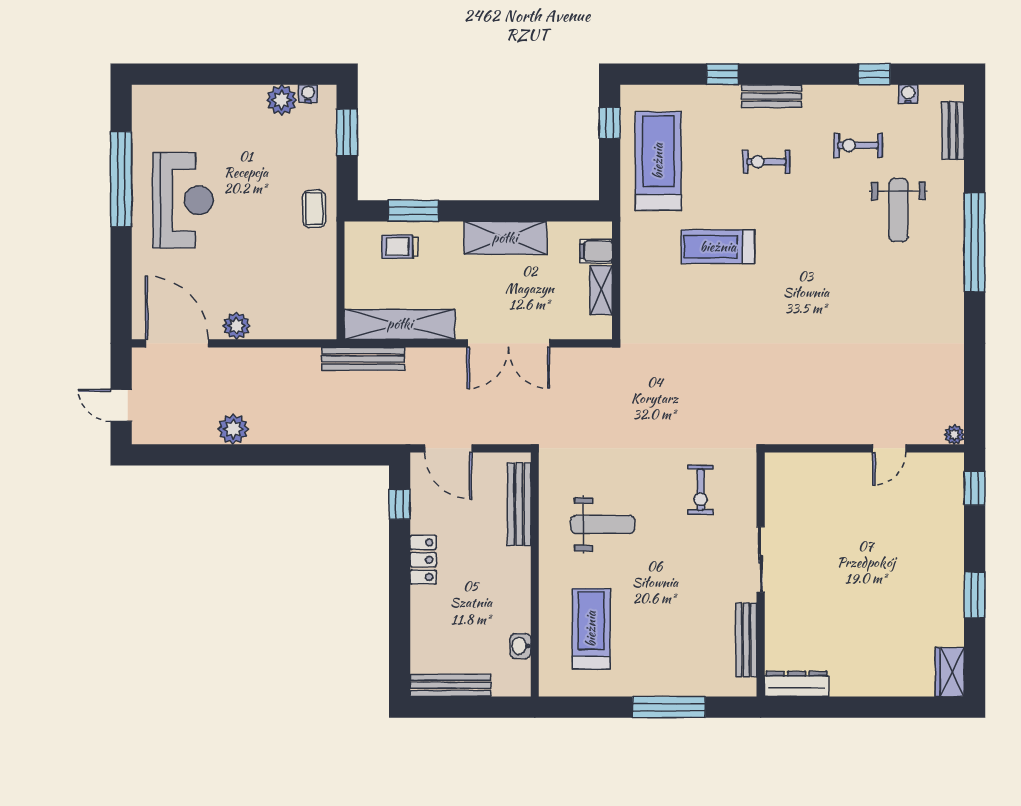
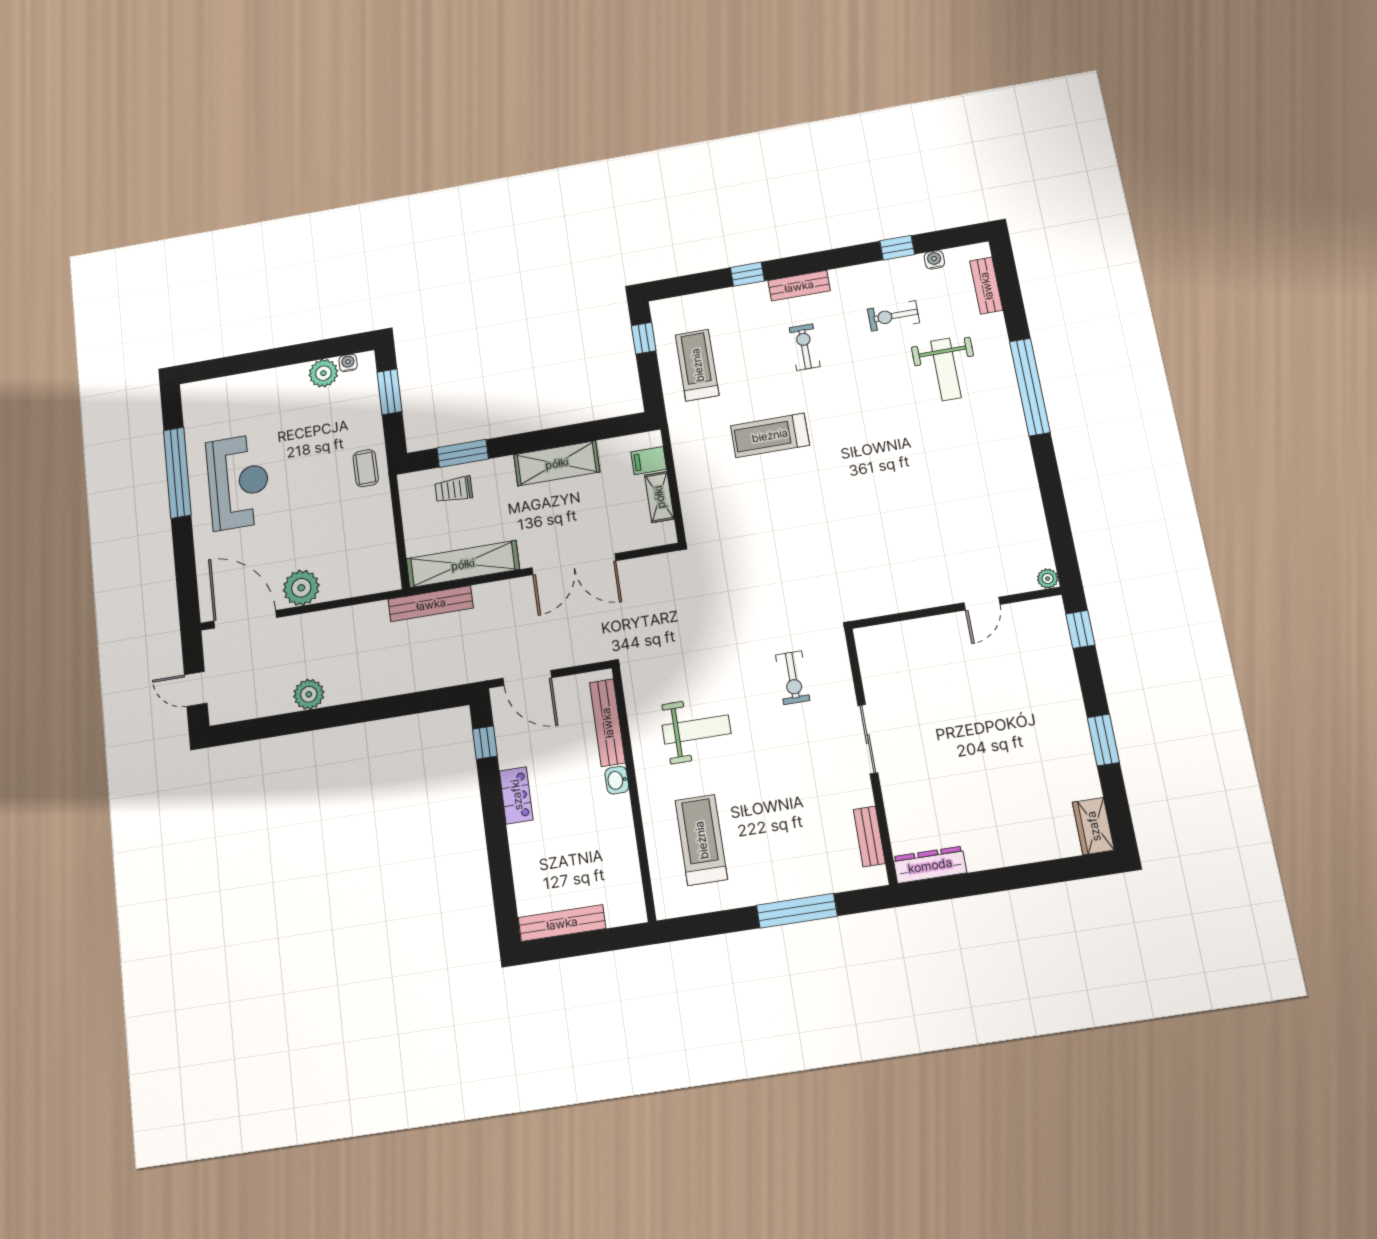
treadmill: (658, 161) -> (697, 365), width x0.73, depth x0.73
exercise bike: (766, 162) -> (805, 347), turned 90
plant: (236, 326) -> (301, 588), width x1.36, depth x1.36
bench: (746, 640) -> (869, 836), width x0.73
washbasin: (520, 646) -> (617, 780), moved

